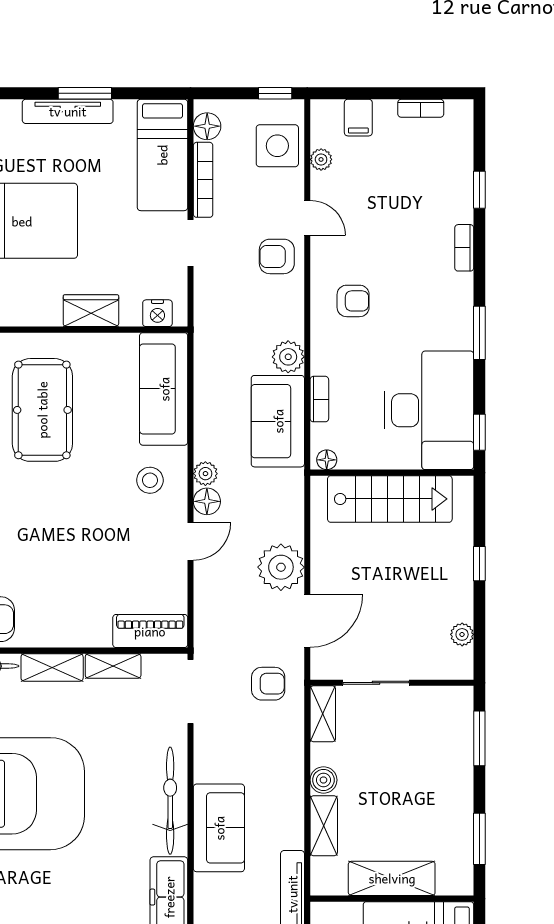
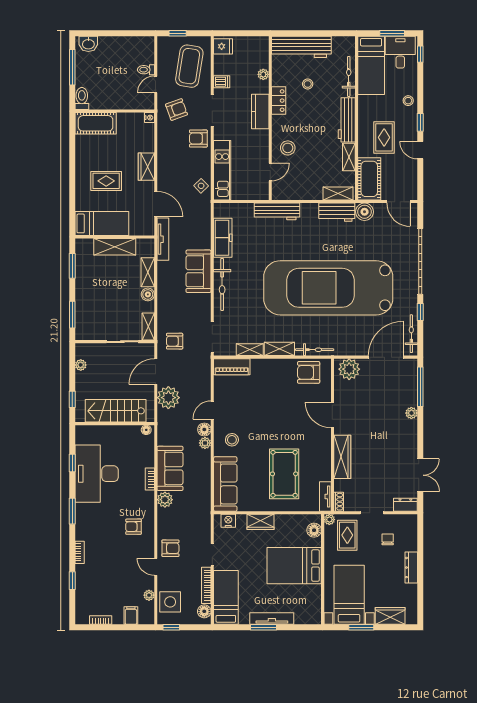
floor lamp: (327, 460) -> (146, 430), moved
wall: (392, 473) -> (115, 424), moved
stairs: (390, 499) -> (116, 411), moved

